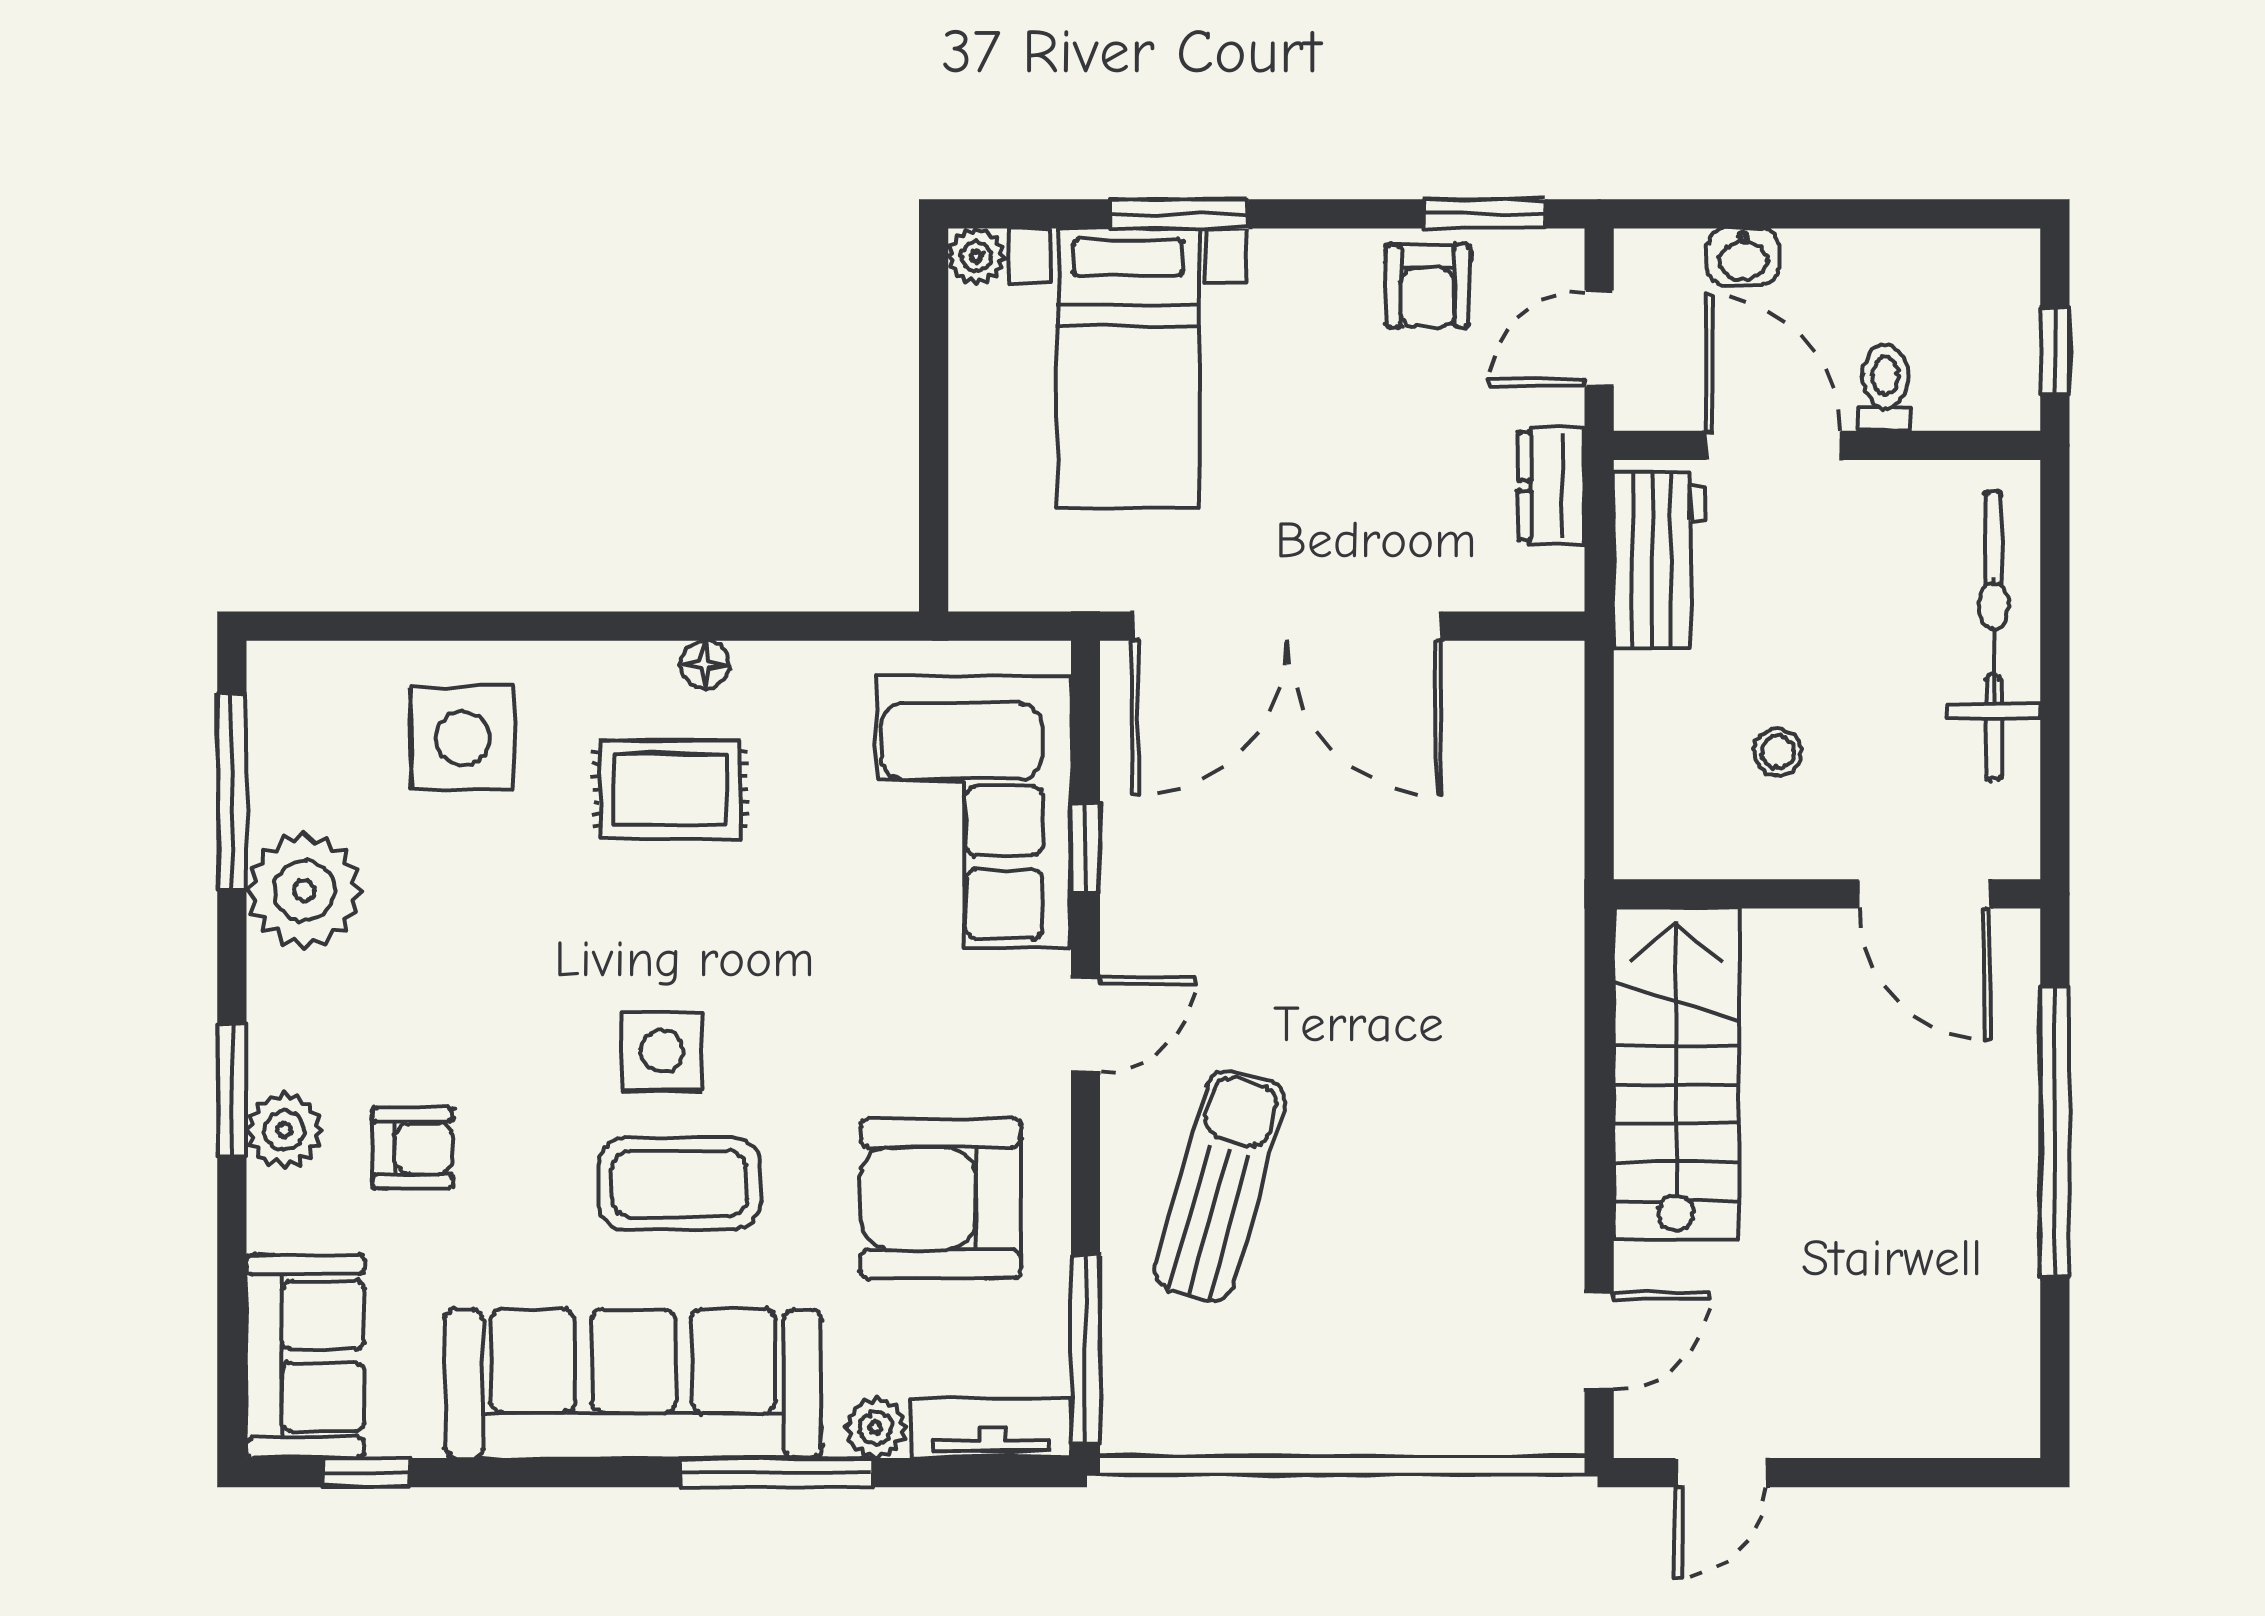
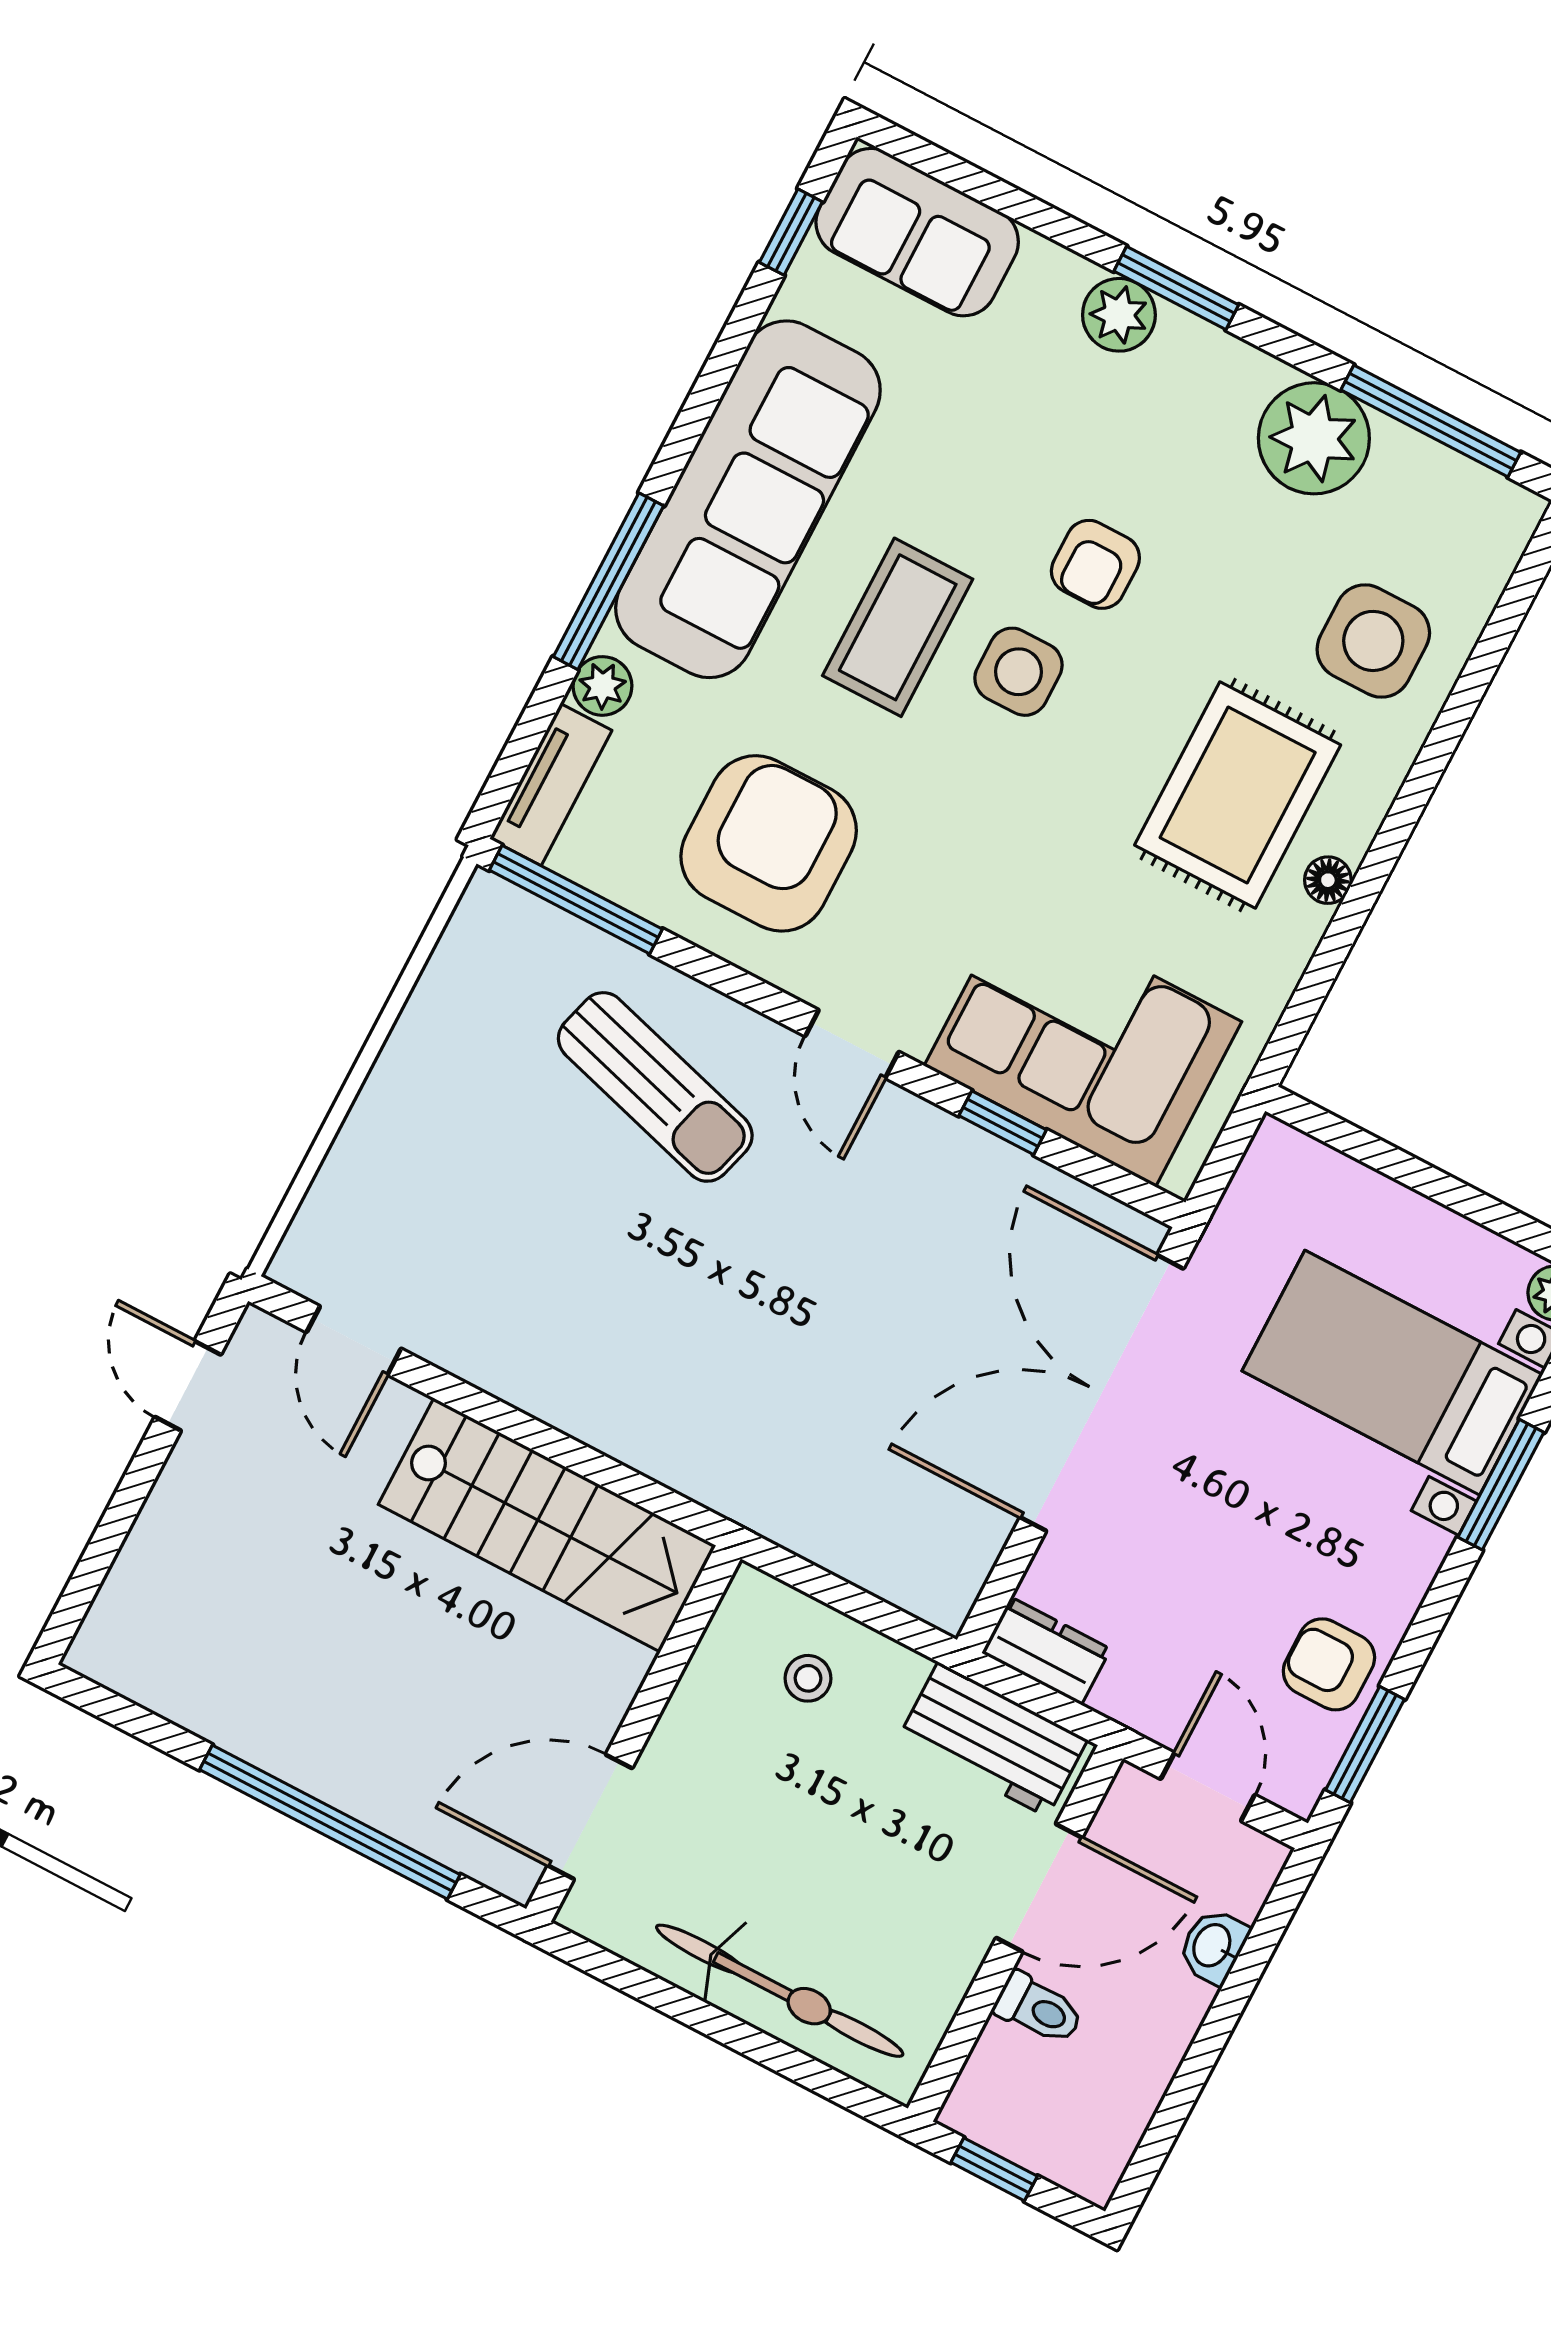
dresser: (1552, 486) -> (1046, 1651), moved
stool: (1778, 752) -> (808, 1678), moved
rug: (670, 789) -> (1238, 795), width x1.36, depth x1.43
armchair: (413, 1148) -> (1095, 564), moved

